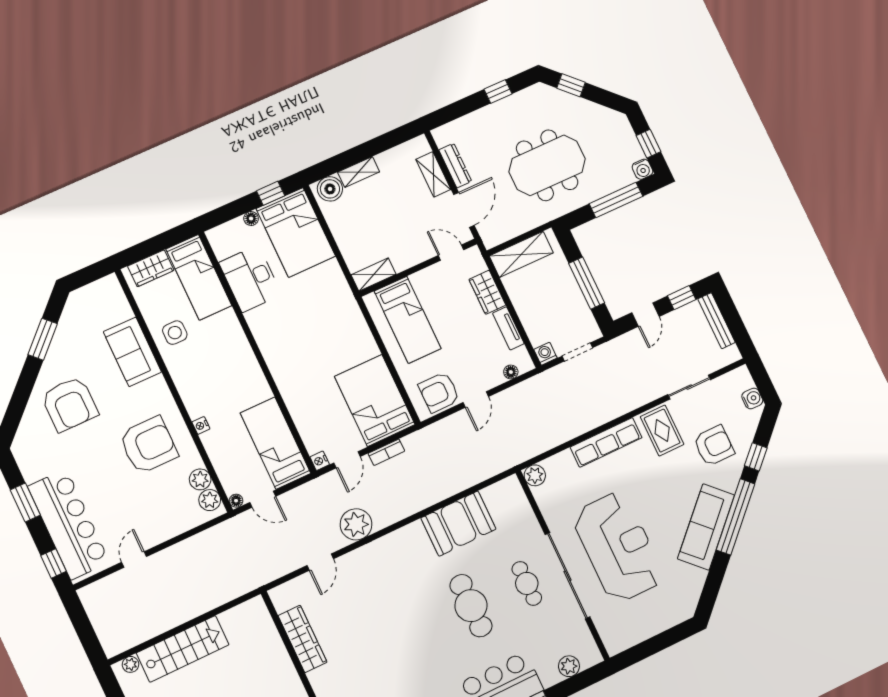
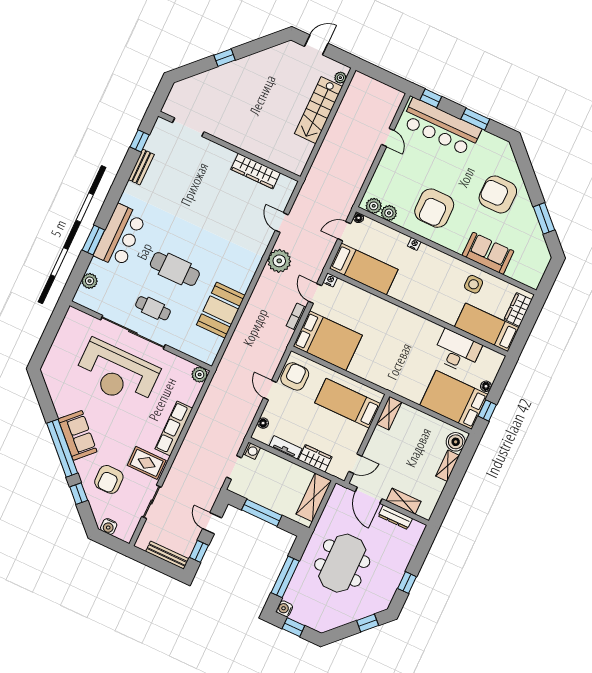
sofa: (706, 527) -> (78, 435), width x0.73

